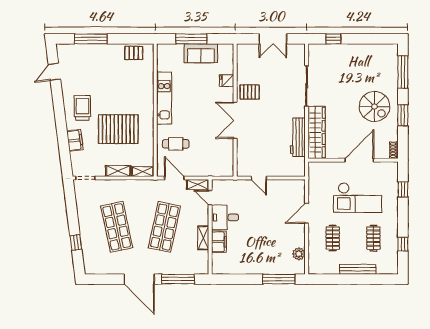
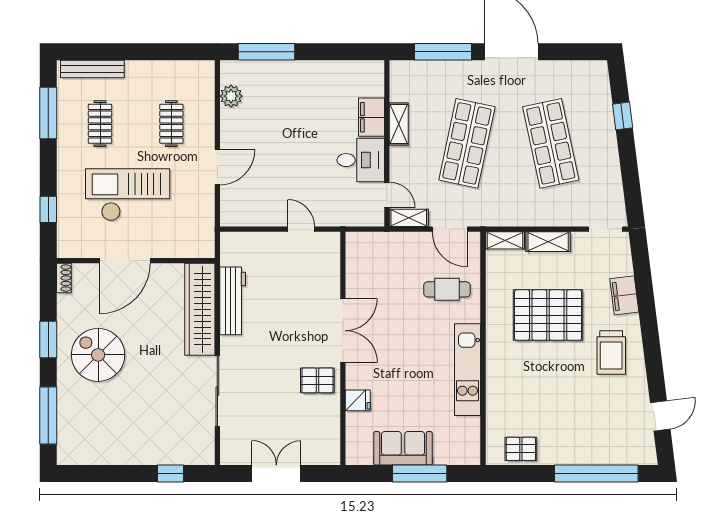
window: (91, 39) -> (596, 474), width x1.46
window: (403, 244) -> (48, 113), width x2.17
bench: (358, 269) -> (92, 69), moved

